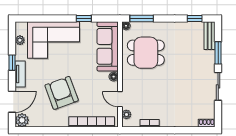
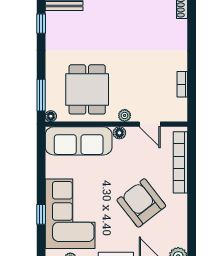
window: (84, 19) -> (41, 214), moved
armchair: (62, 93) -> (141, 203), turned 72
door: (120, 99) -> (150, 124), hinge flipped
plant: (126, 114) -> (125, 115), moved

